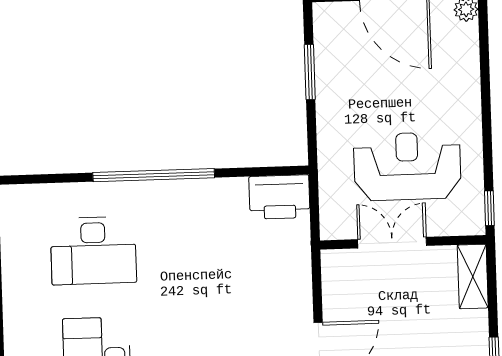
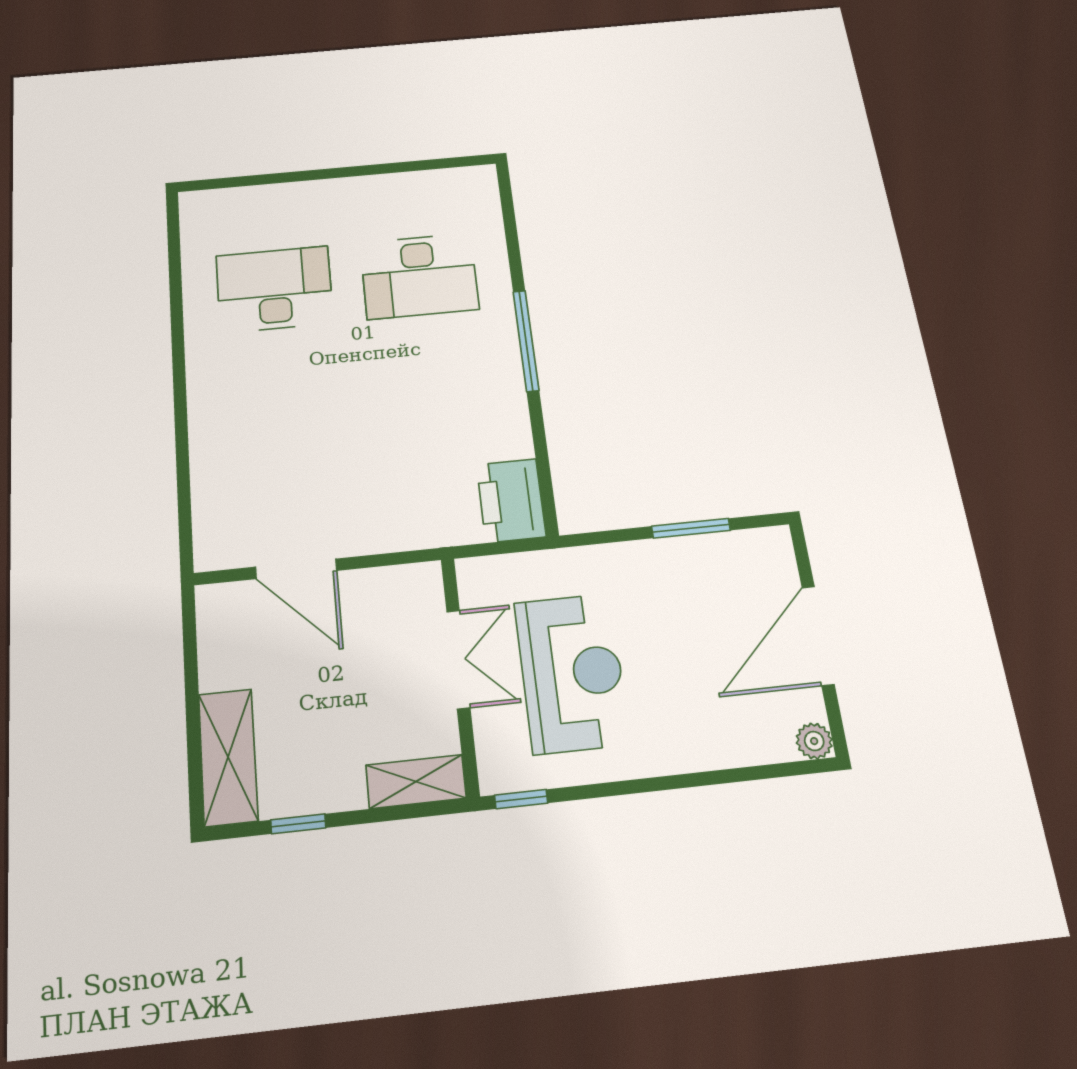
window: (154, 175) -> (526, 341), width x0.68
desk: (93, 251) -> (419, 276), turned -90

